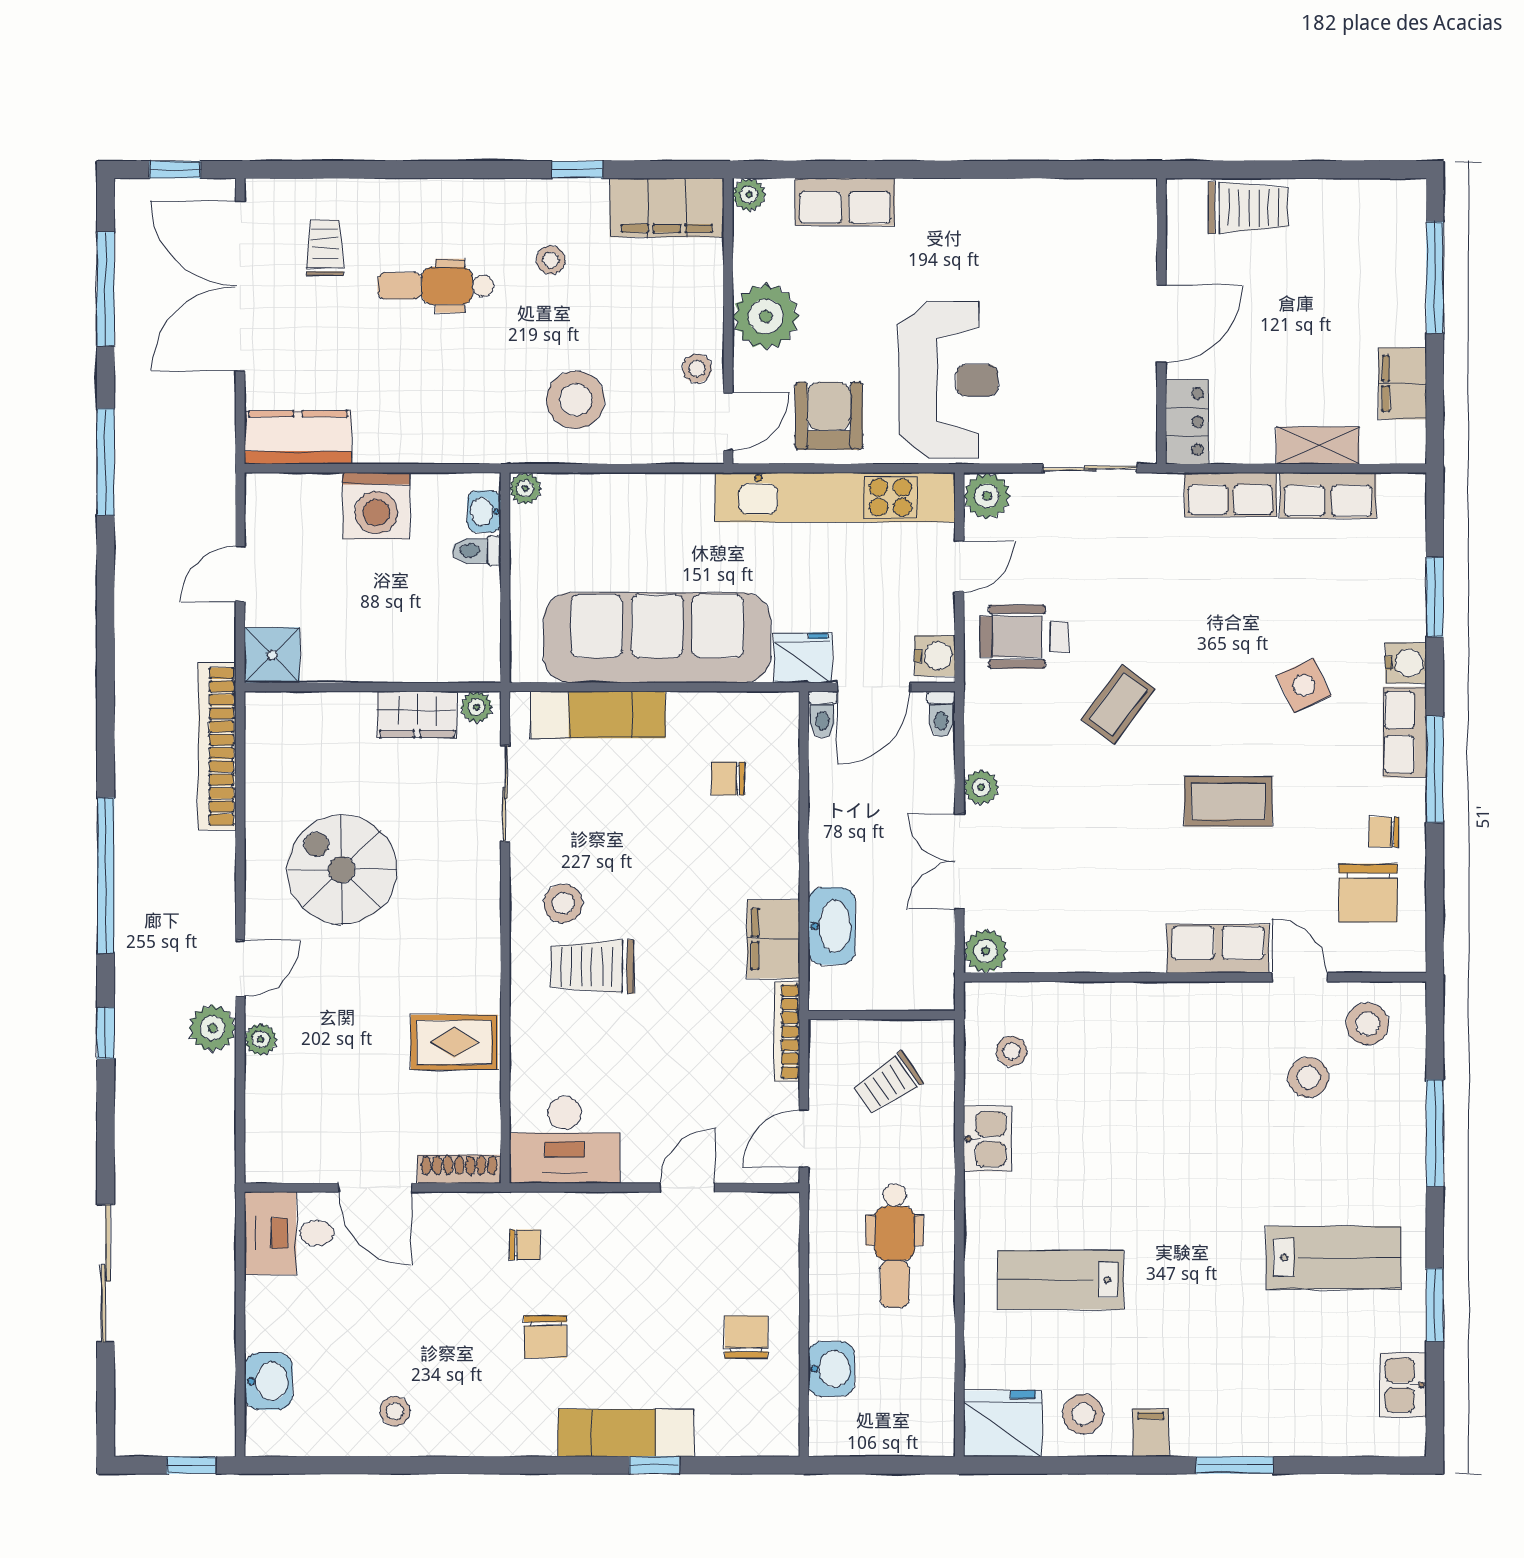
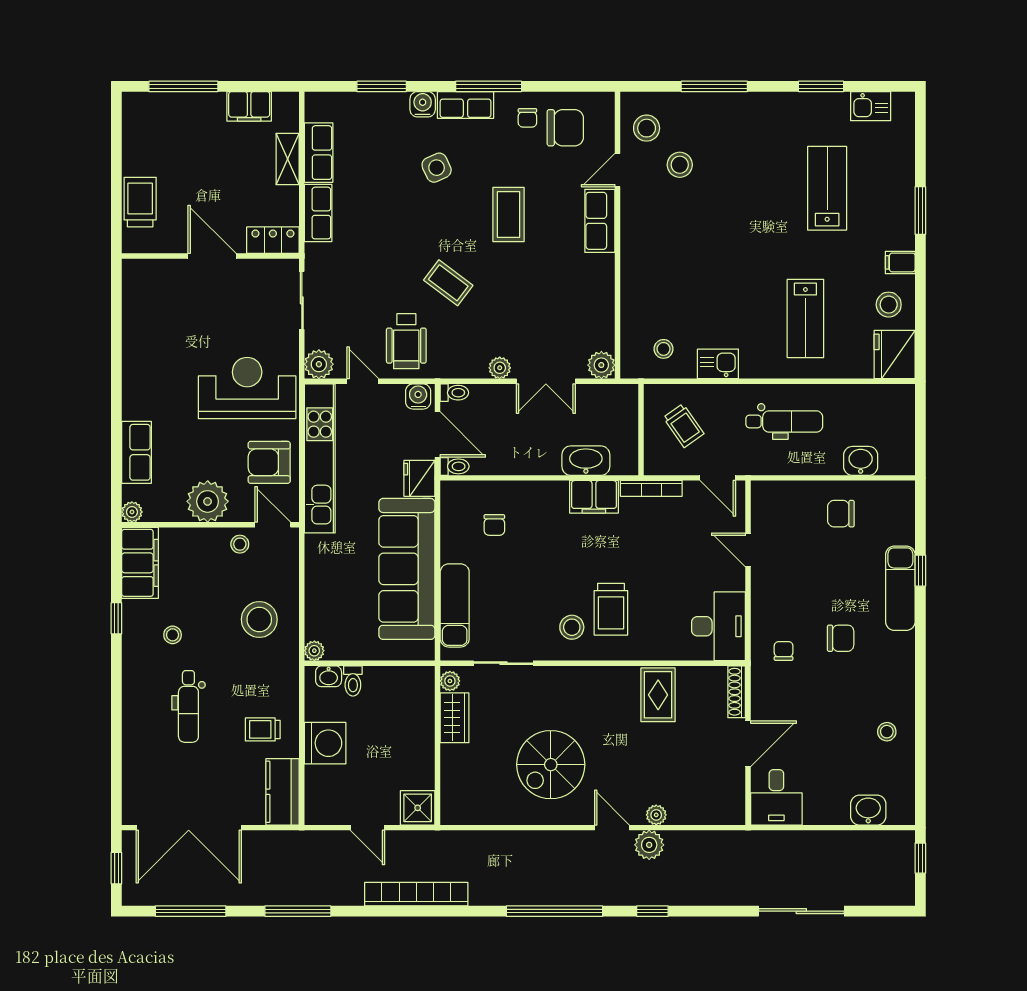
trolley: (325, 248) -> (263, 729), moved
bookcase: (217, 746) -> (416, 894), moved, turned 180
lab bench: (1334, 1258) -> (827, 188), moved

